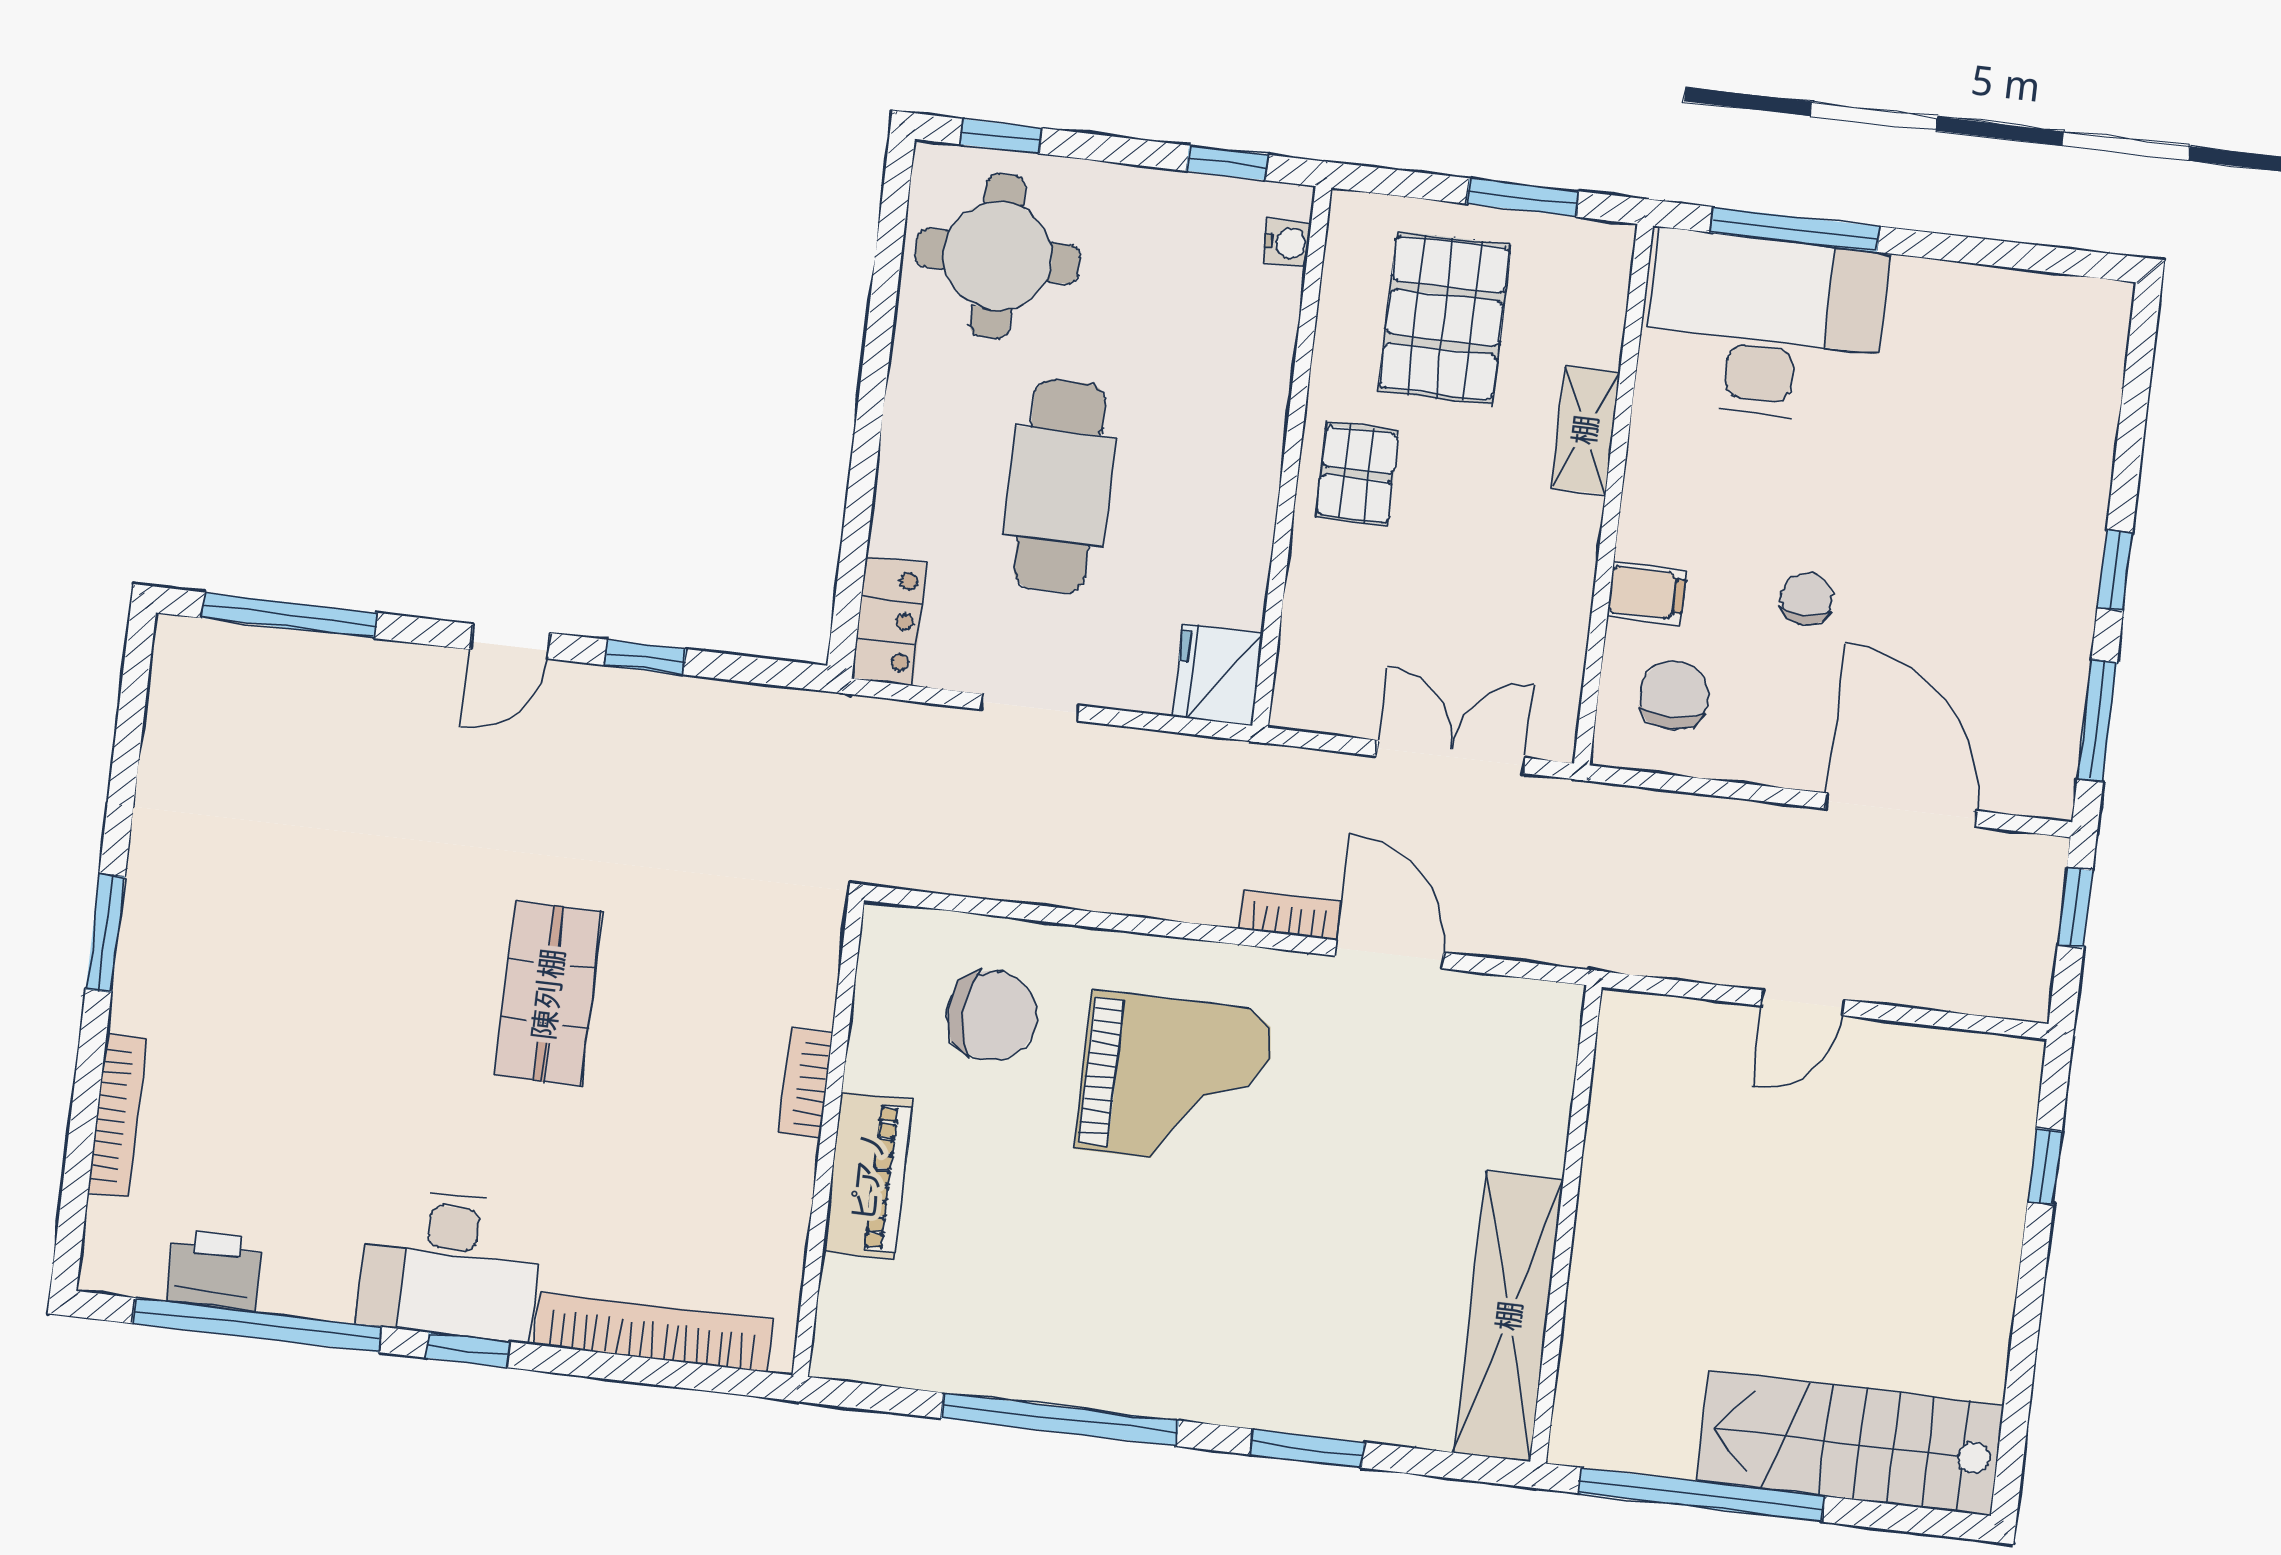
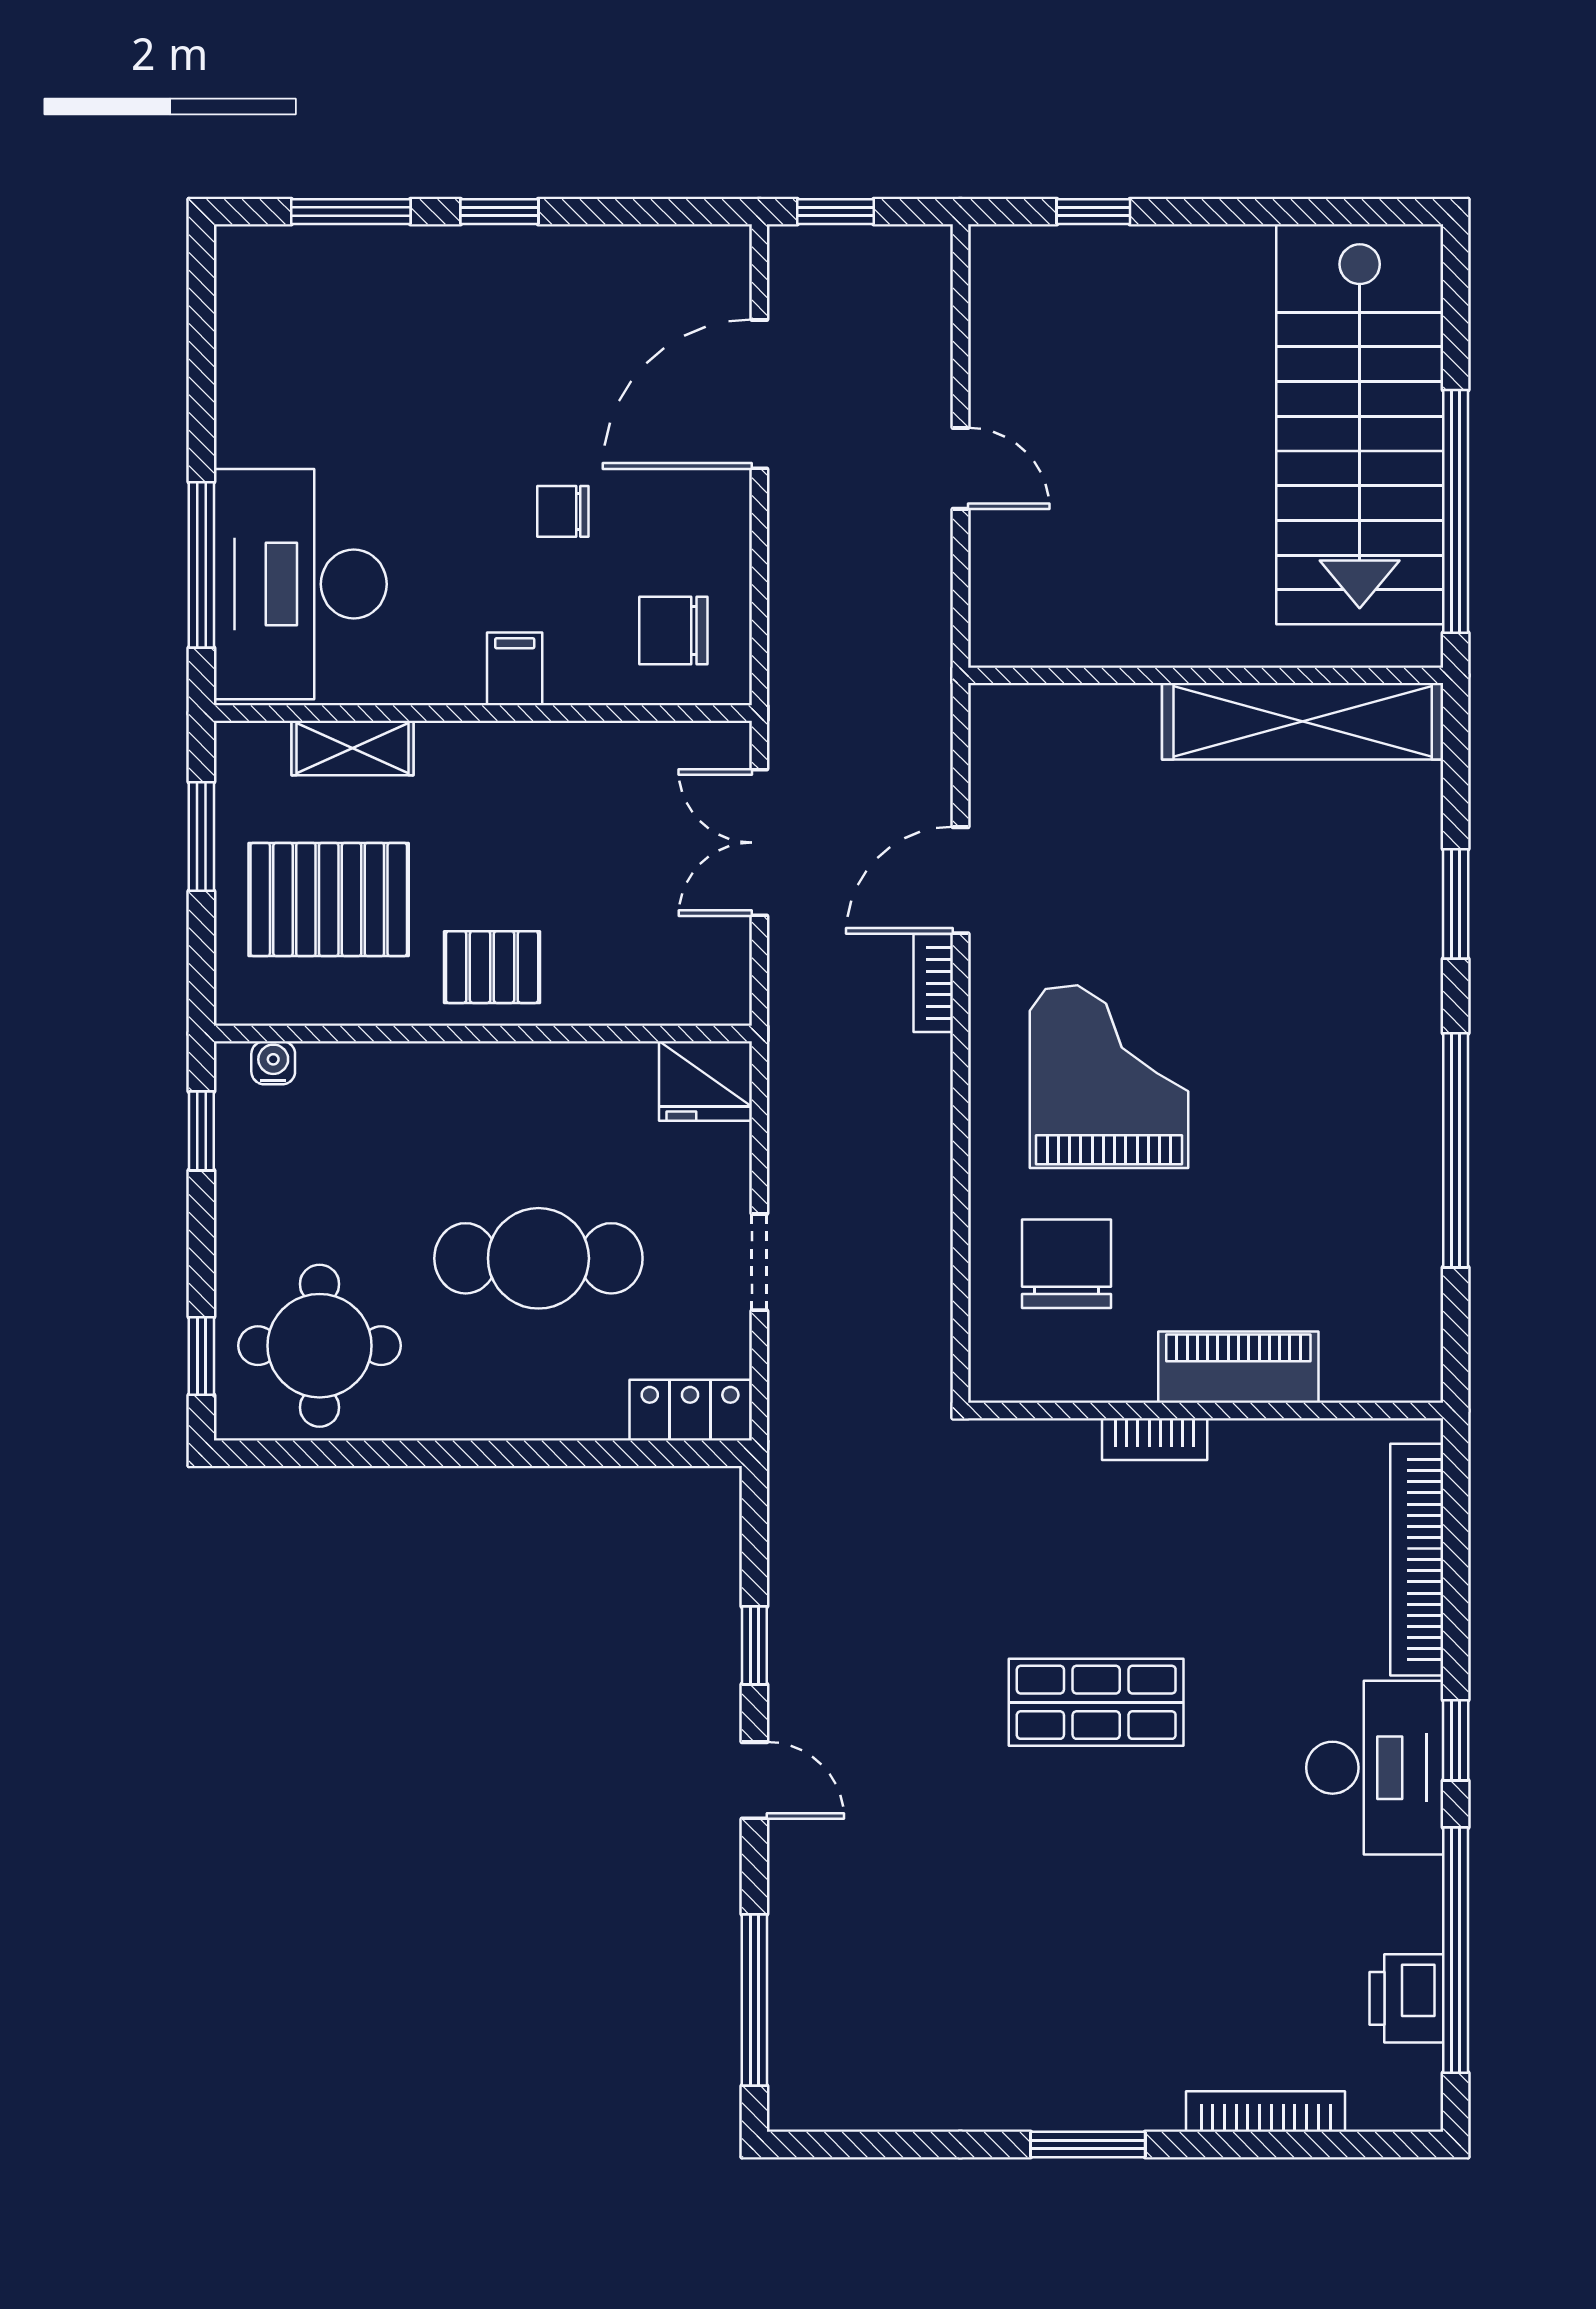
shelving: (1585, 430) -> (353, 748), moved
filing cabinet: (1647, 593) -> (515, 669), moved
window: (2097, 720) -> (351, 212), moved
stairs: (1850, 1443) -> (1360, 424), width x1.36, depth x1.51

